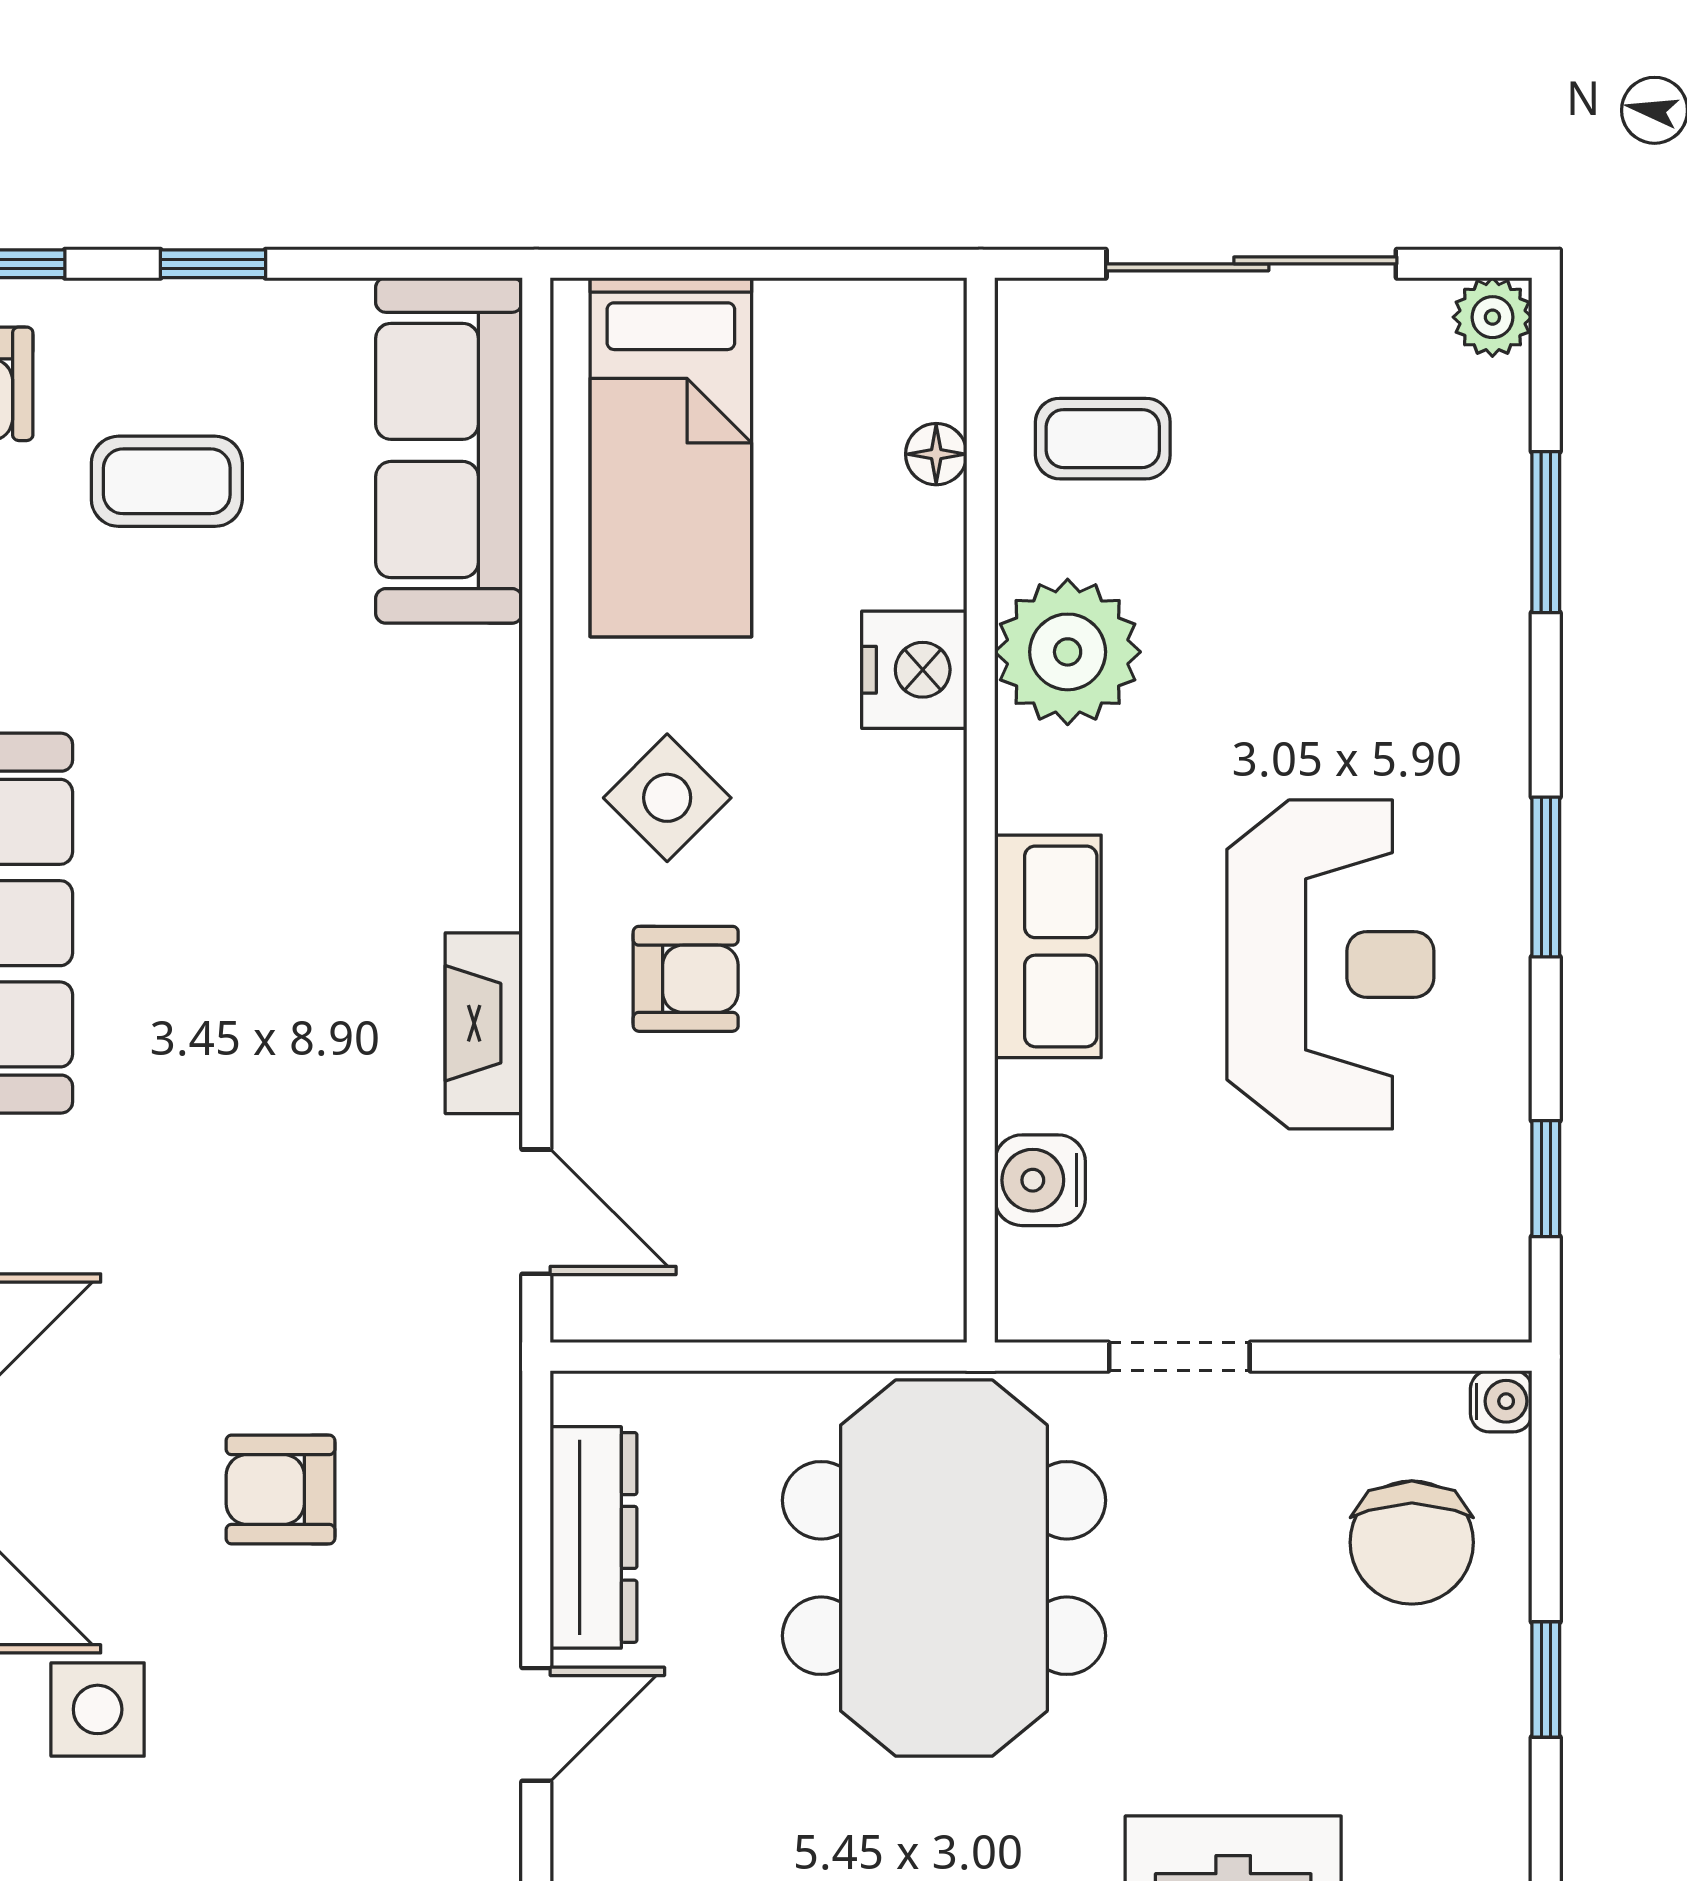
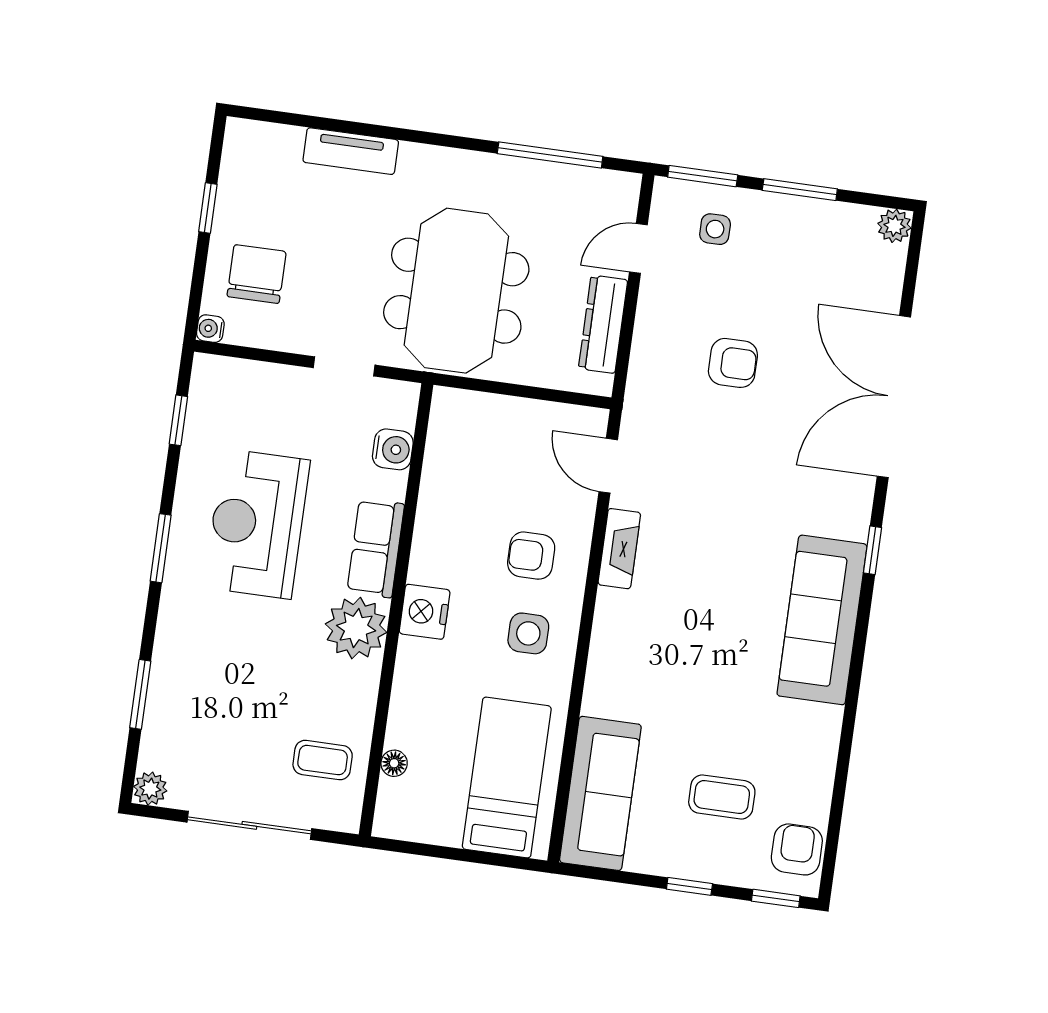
plant: (1068, 652) -> (356, 628), moved
nightstand: (914, 670) -> (425, 612), moved
side table: (667, 798) -> (528, 633), turned 45
side table: (98, 1709) -> (715, 229), moved, width x0.73, depth x0.73

